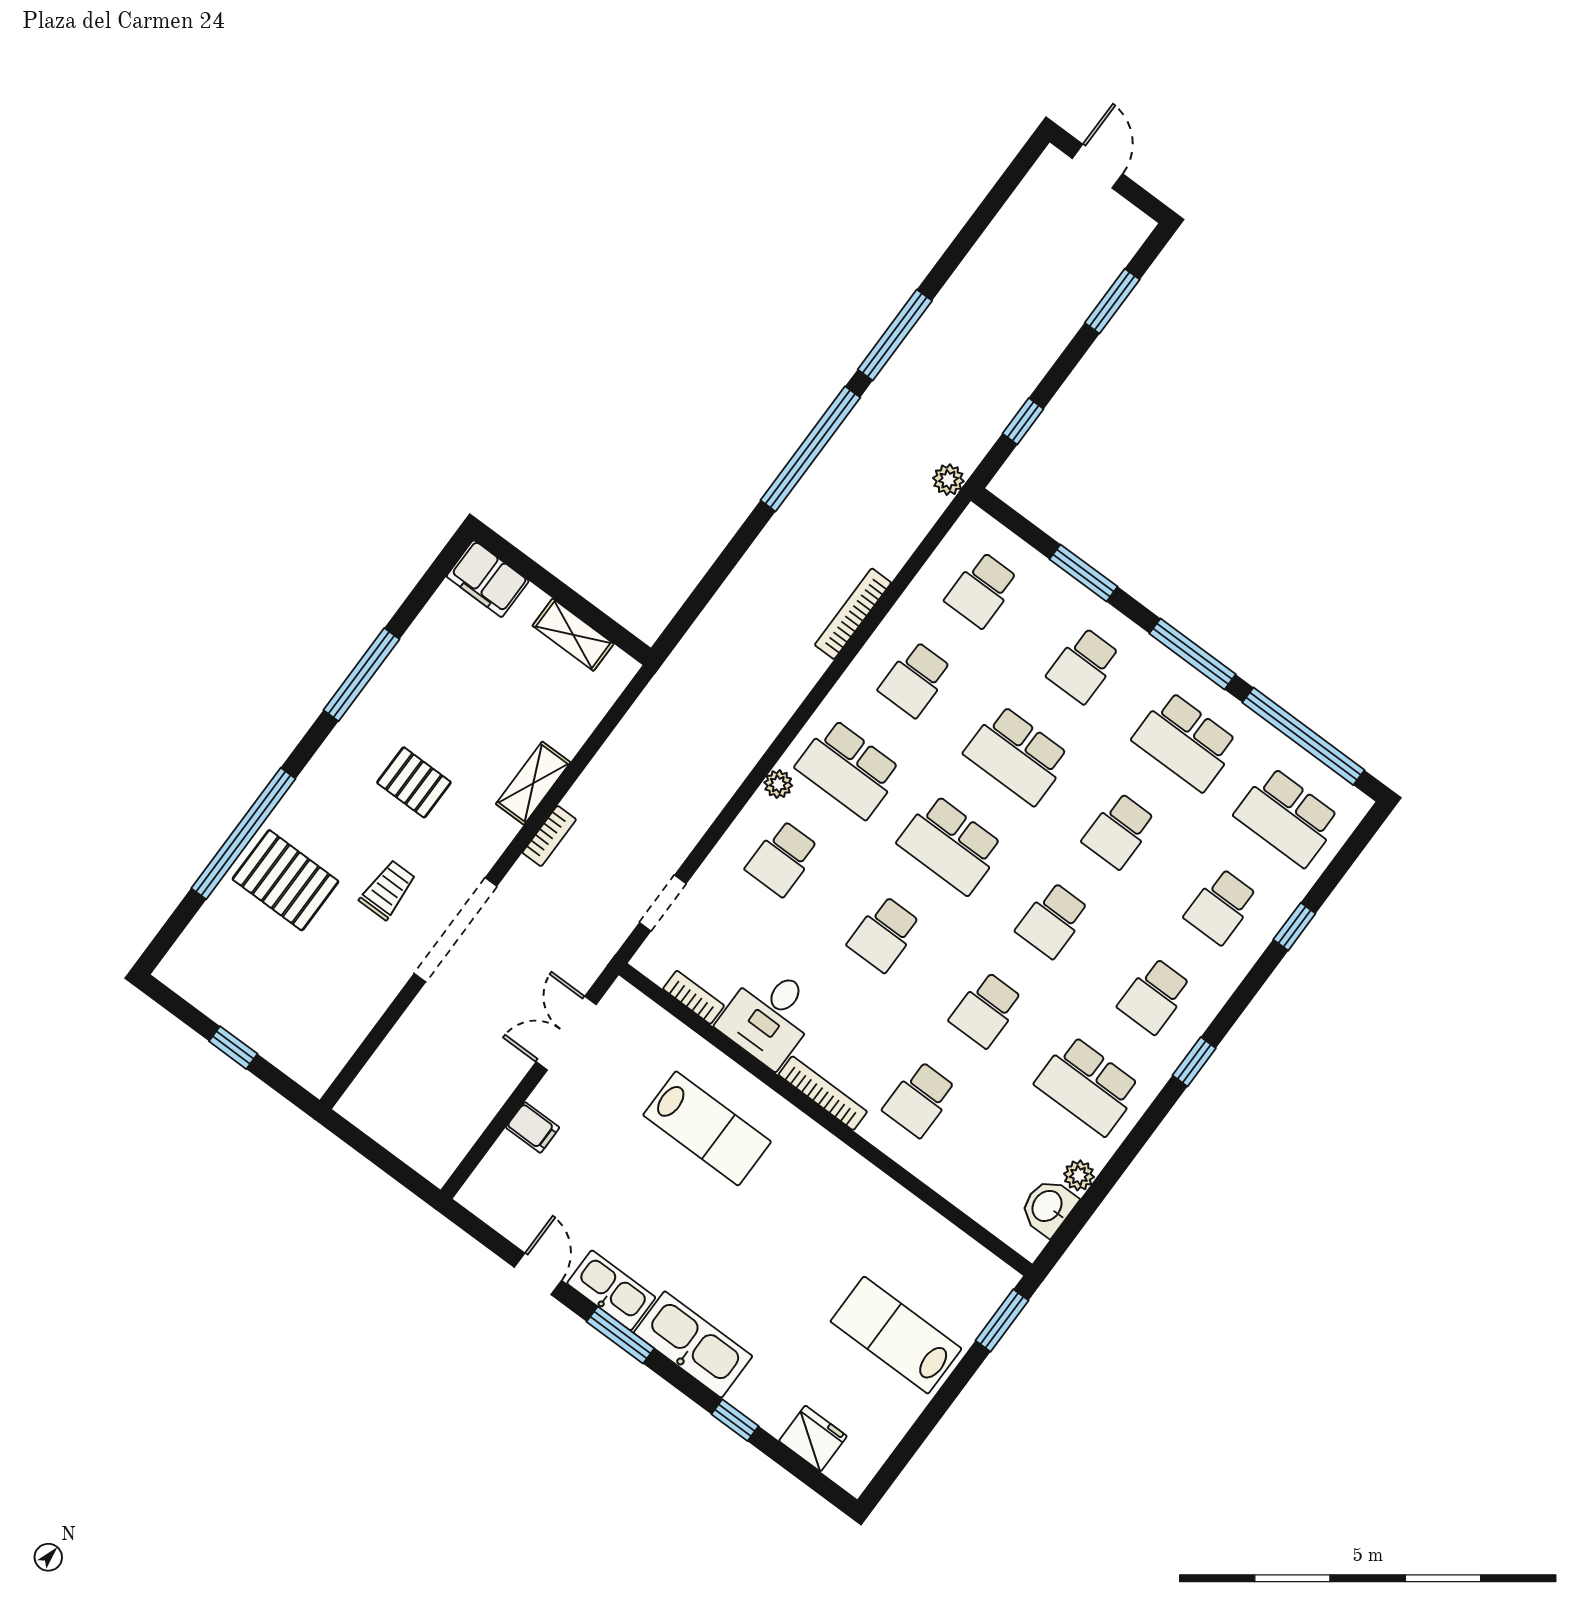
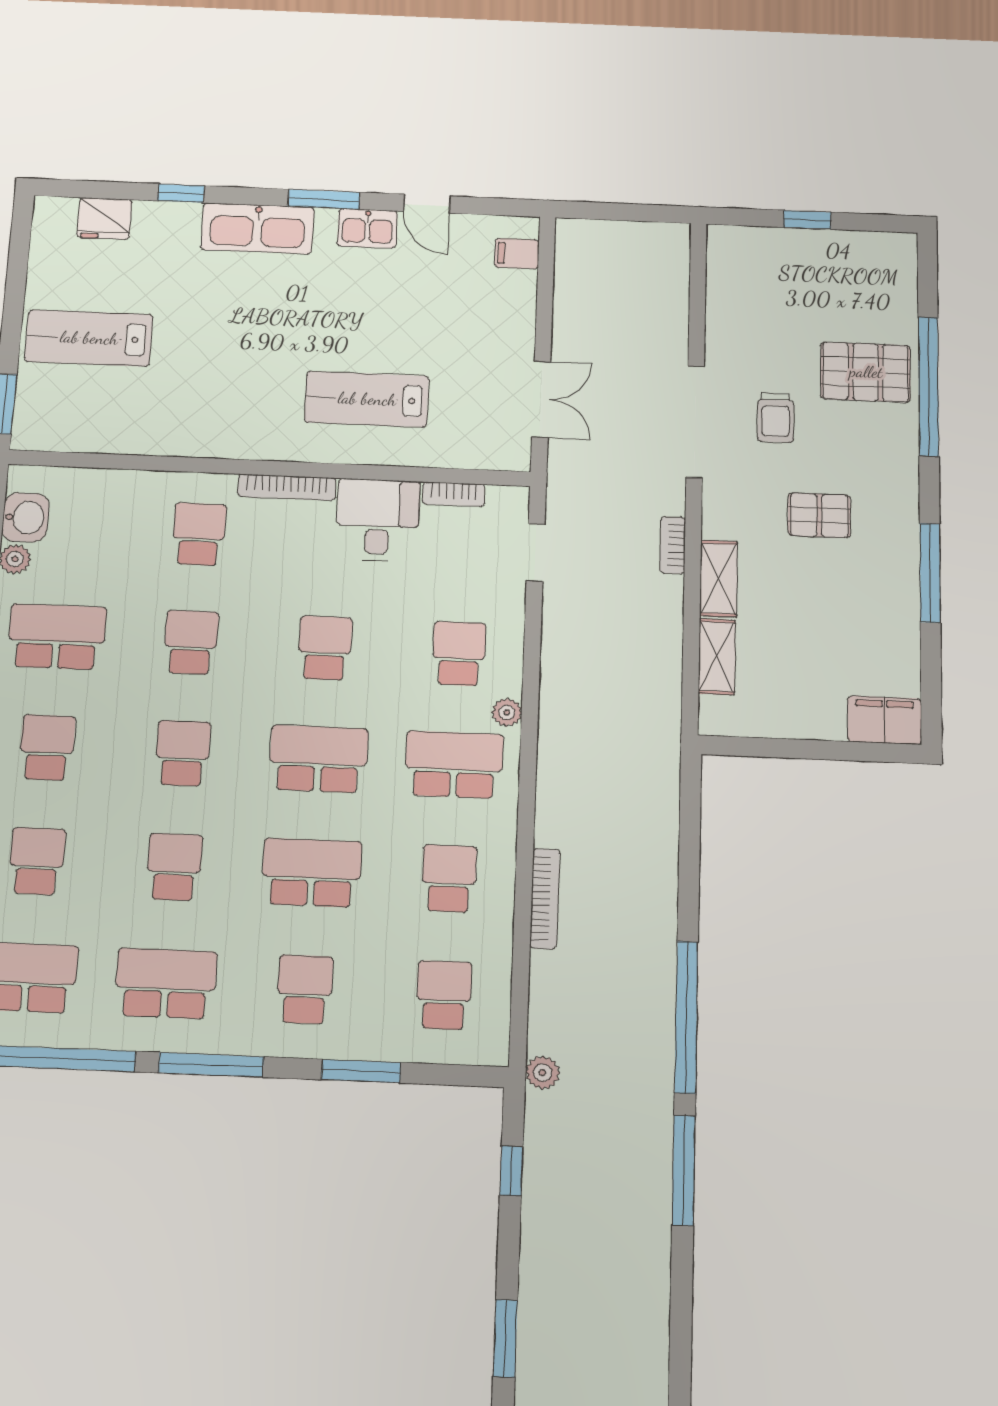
shelving: (573, 635) -> (717, 657), moved, turned 90
filing cabinet: (533, 1127) -> (517, 254), moved
kitchen sink: (611, 1290) -> (367, 228), width x0.73
lab bench: (896, 1335) -> (89, 338), turned 180

